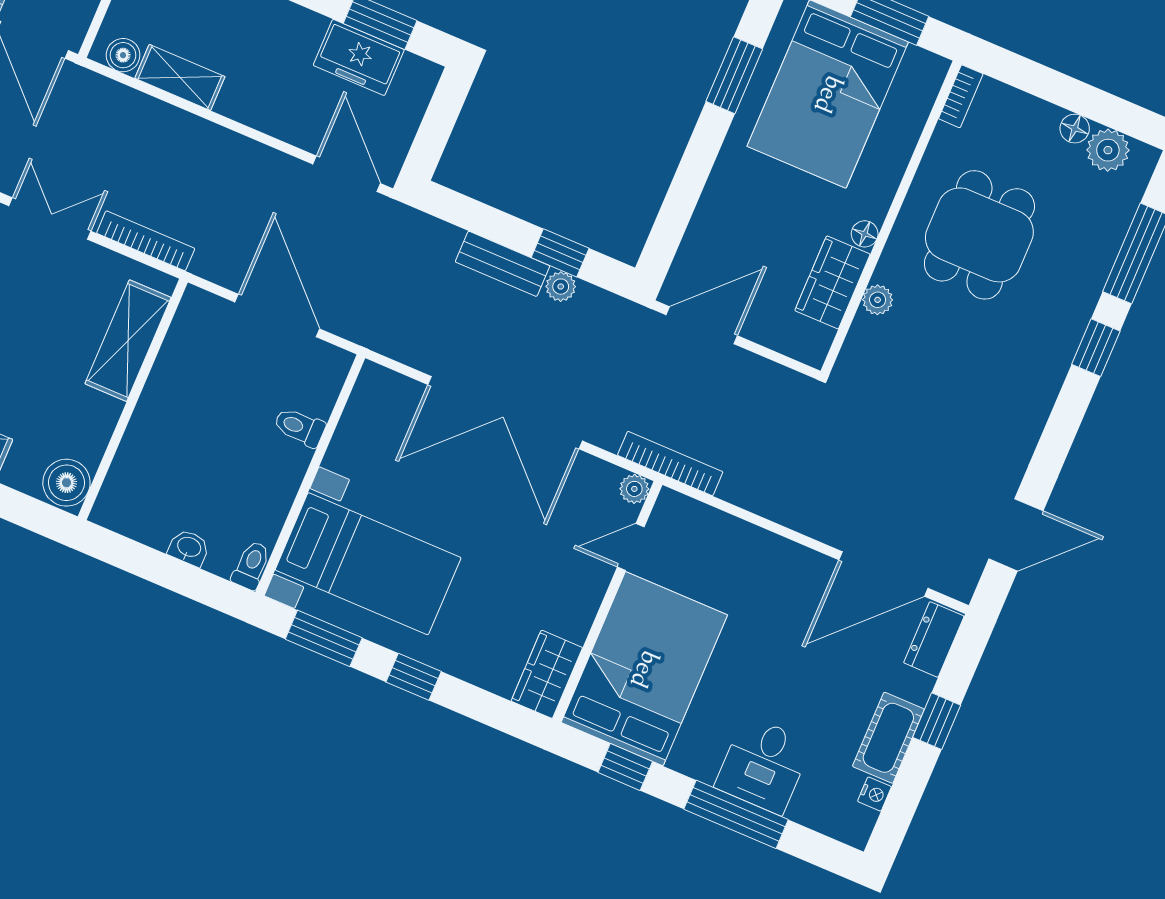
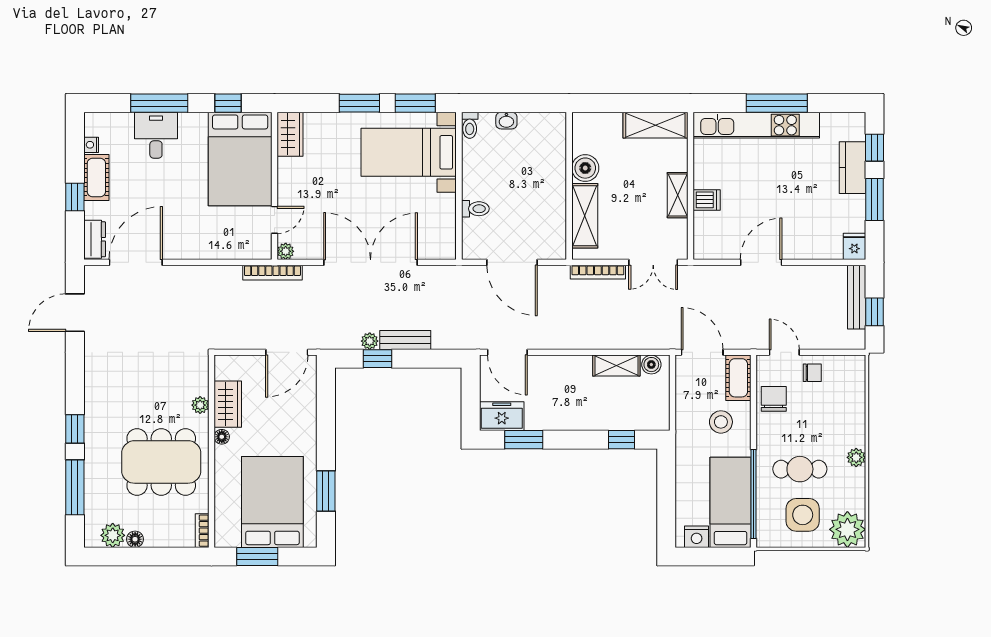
freezer: (359, 57) -> (502, 416), moved
dining table: (979, 235) -> (161, 462), width x1.38
boiler: (66, 483) -> (585, 168), moved
window: (414, 677) -> (359, 103), width x1.50

